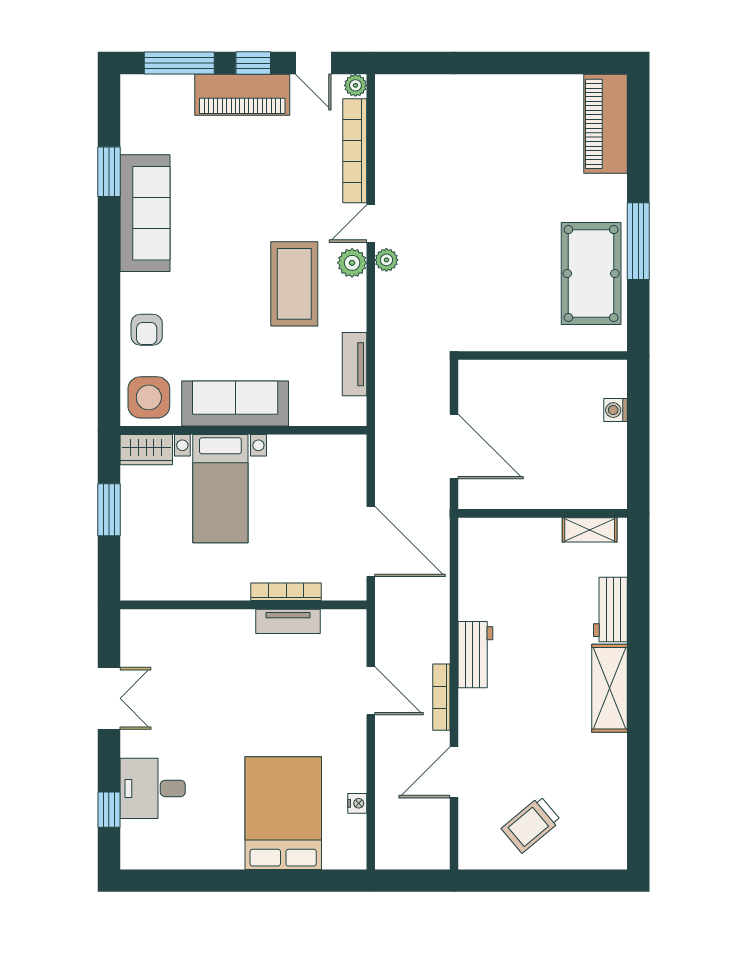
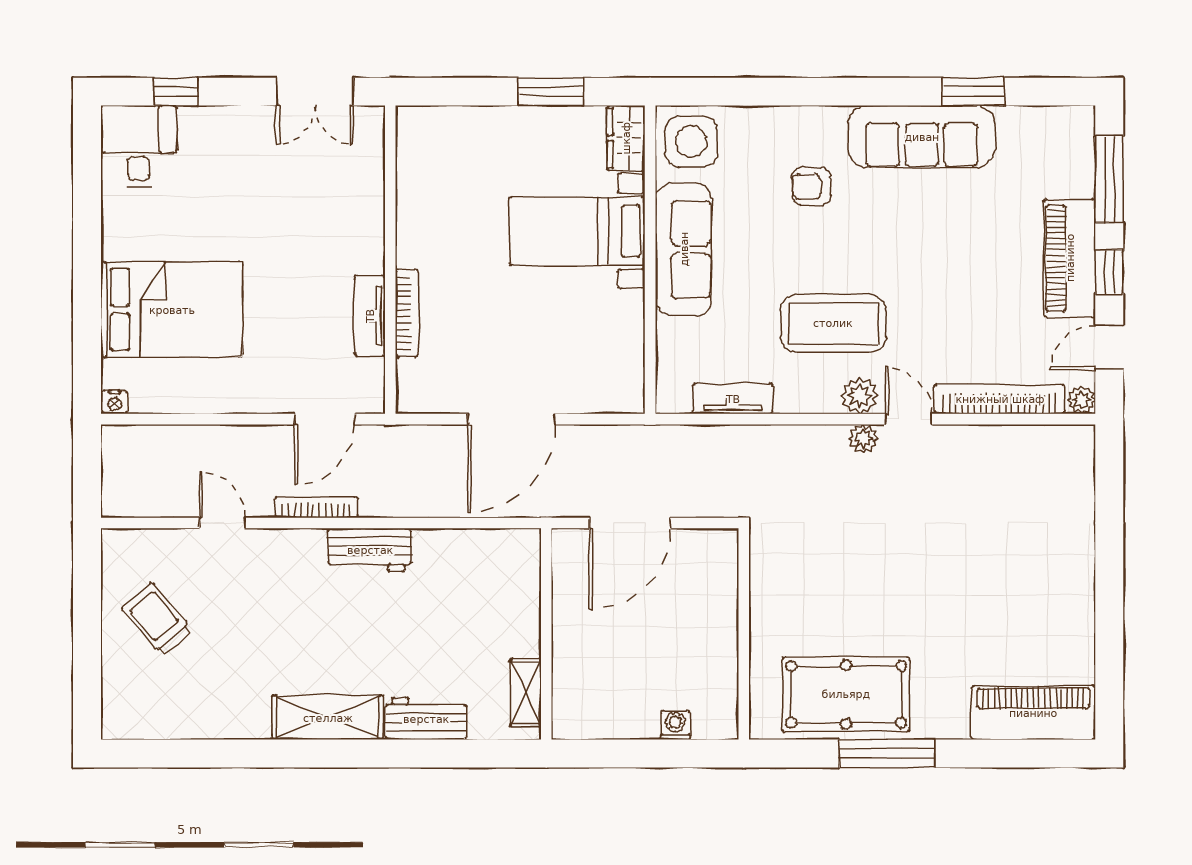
armchair: (147, 330) -> (812, 187), moved
bookcase: (286, 592) -> (407, 313), moved
wall: (243, 605) -> (390, 260), moved
tv unit: (288, 621) -> (370, 316), moved
door: (454, 772) -> (222, 523), width x0.73
desk: (153, 788) -> (139, 146), moved
nightstand: (357, 803) -> (115, 402), moved

